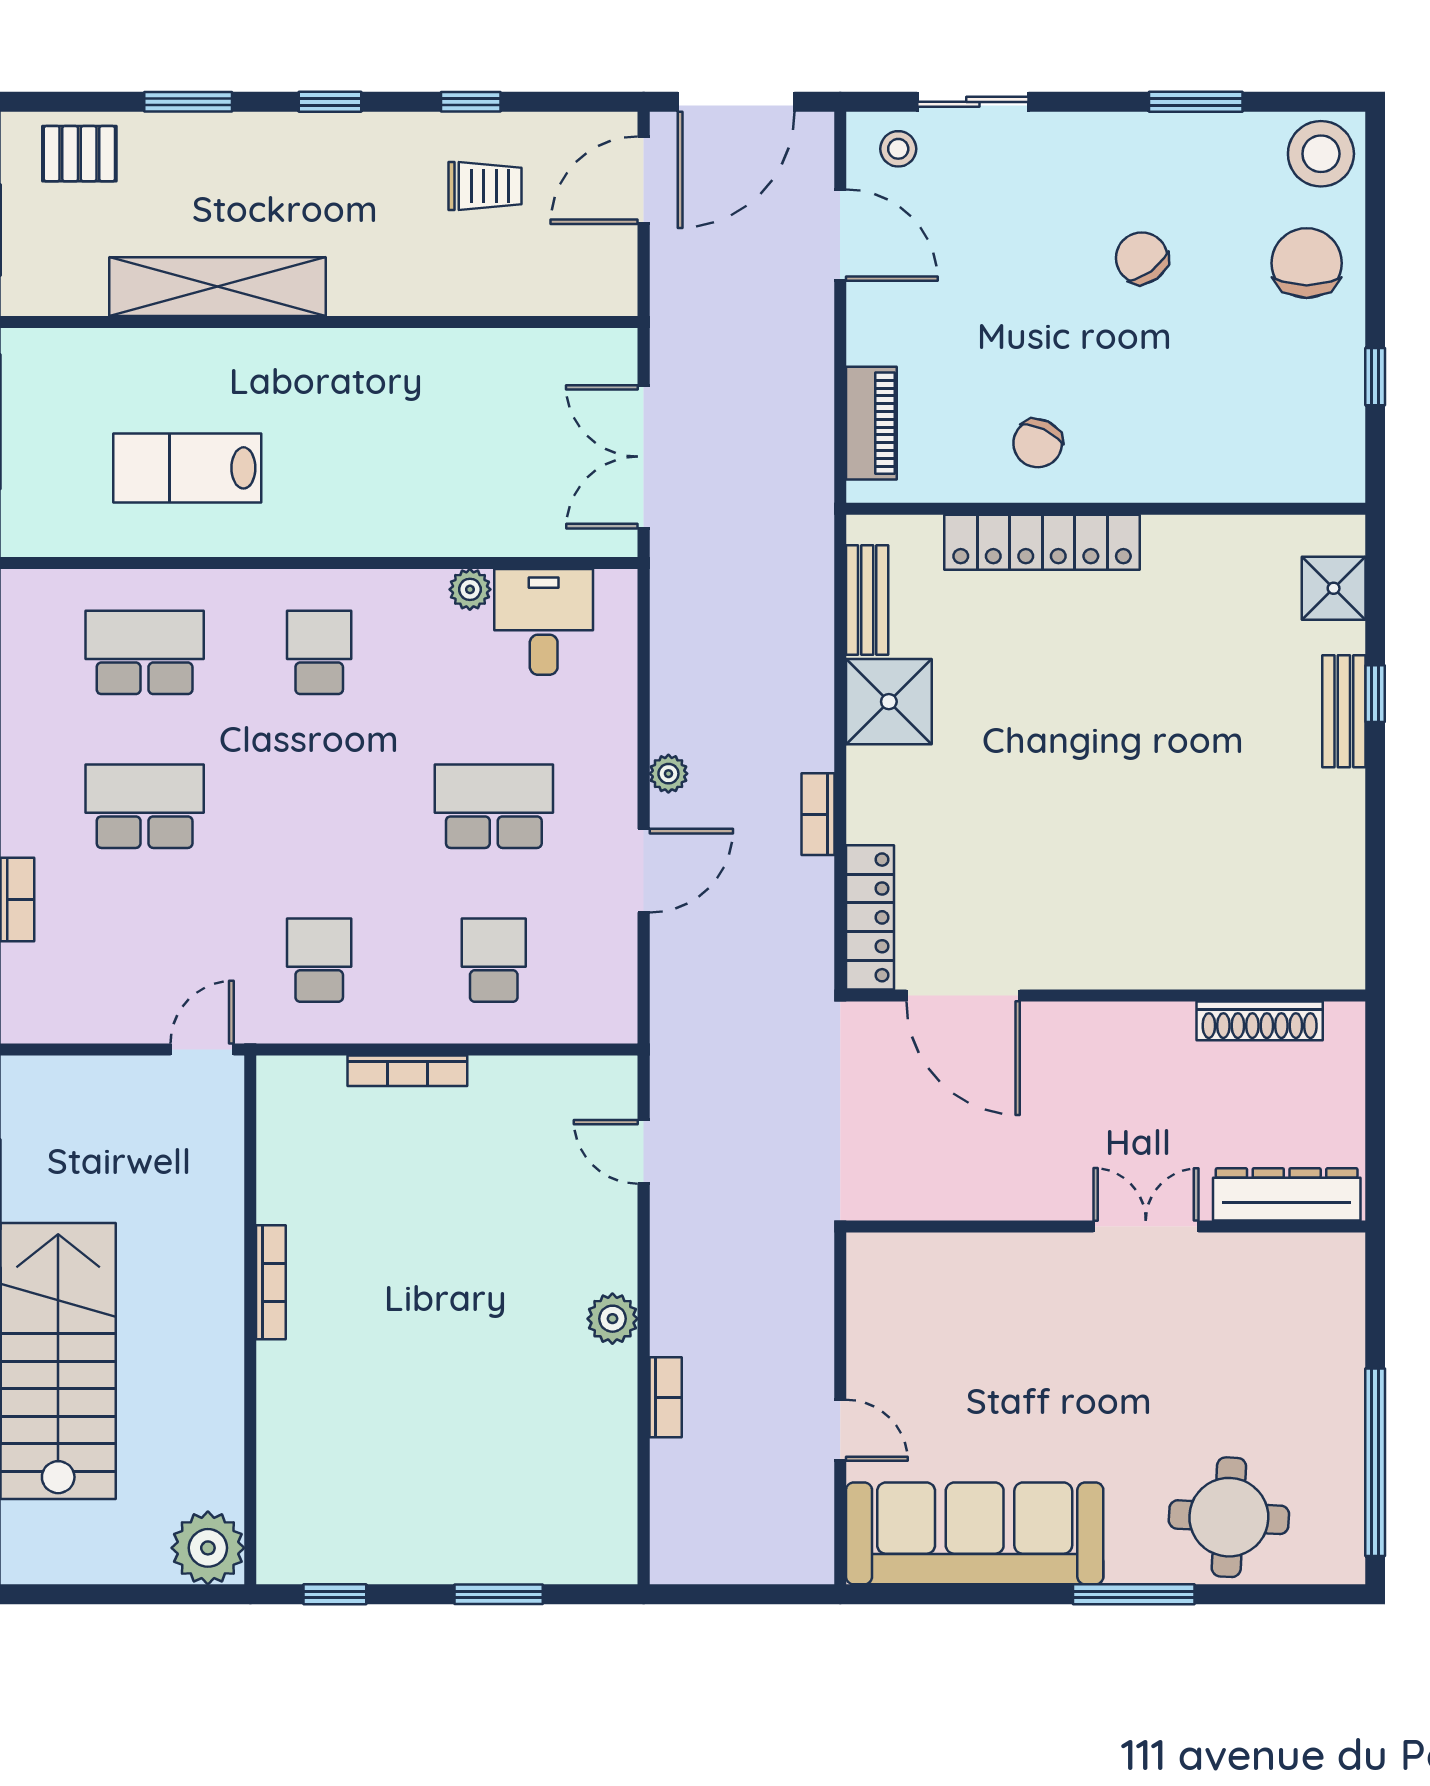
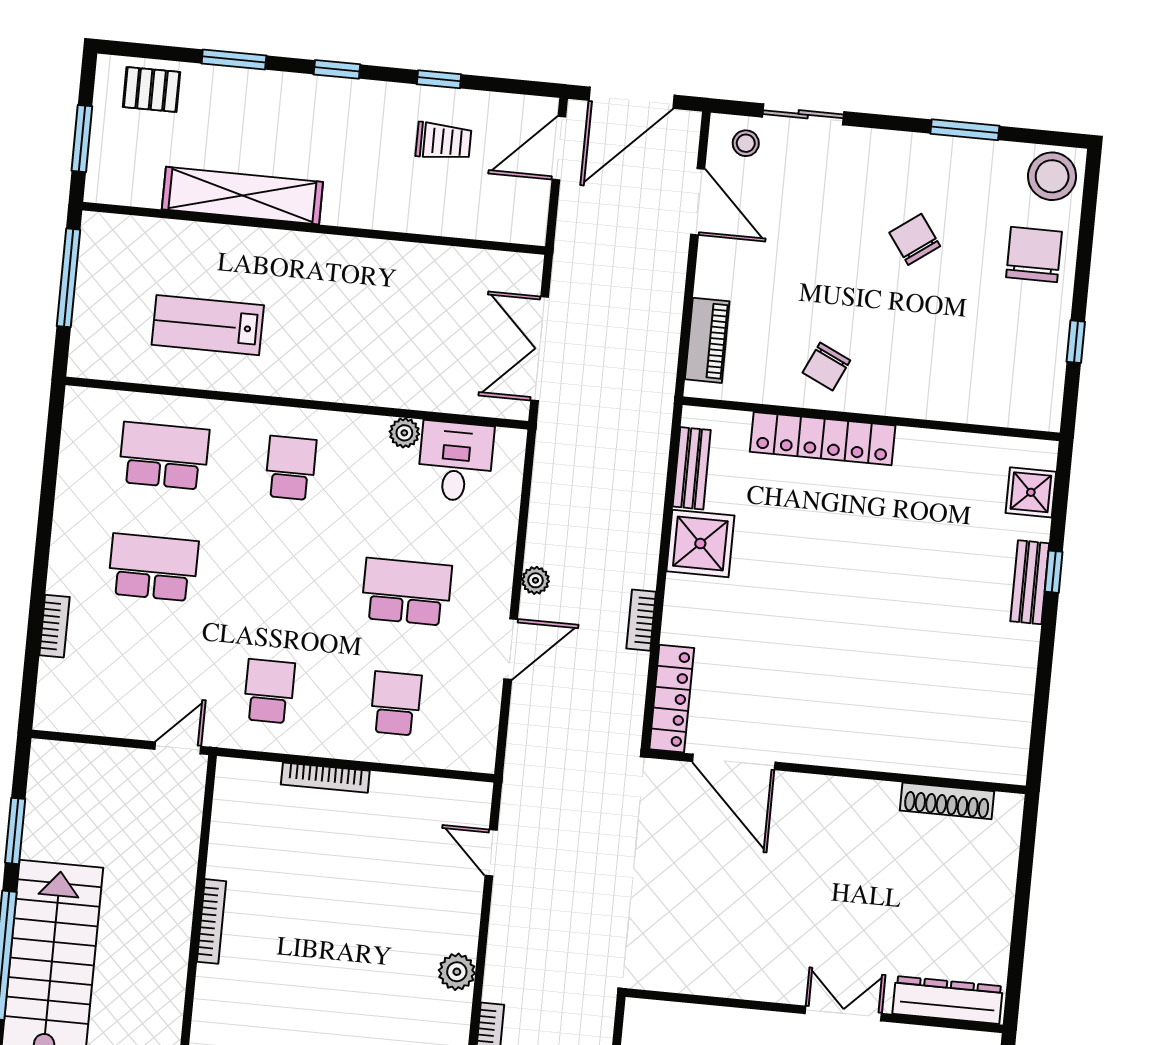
dresser: (1287, 1194) -> (948, 1000), moved
wall: (1106, 1227) -> (814, 1011), moved
double door: (1146, 1227) -> (843, 1014), moved

